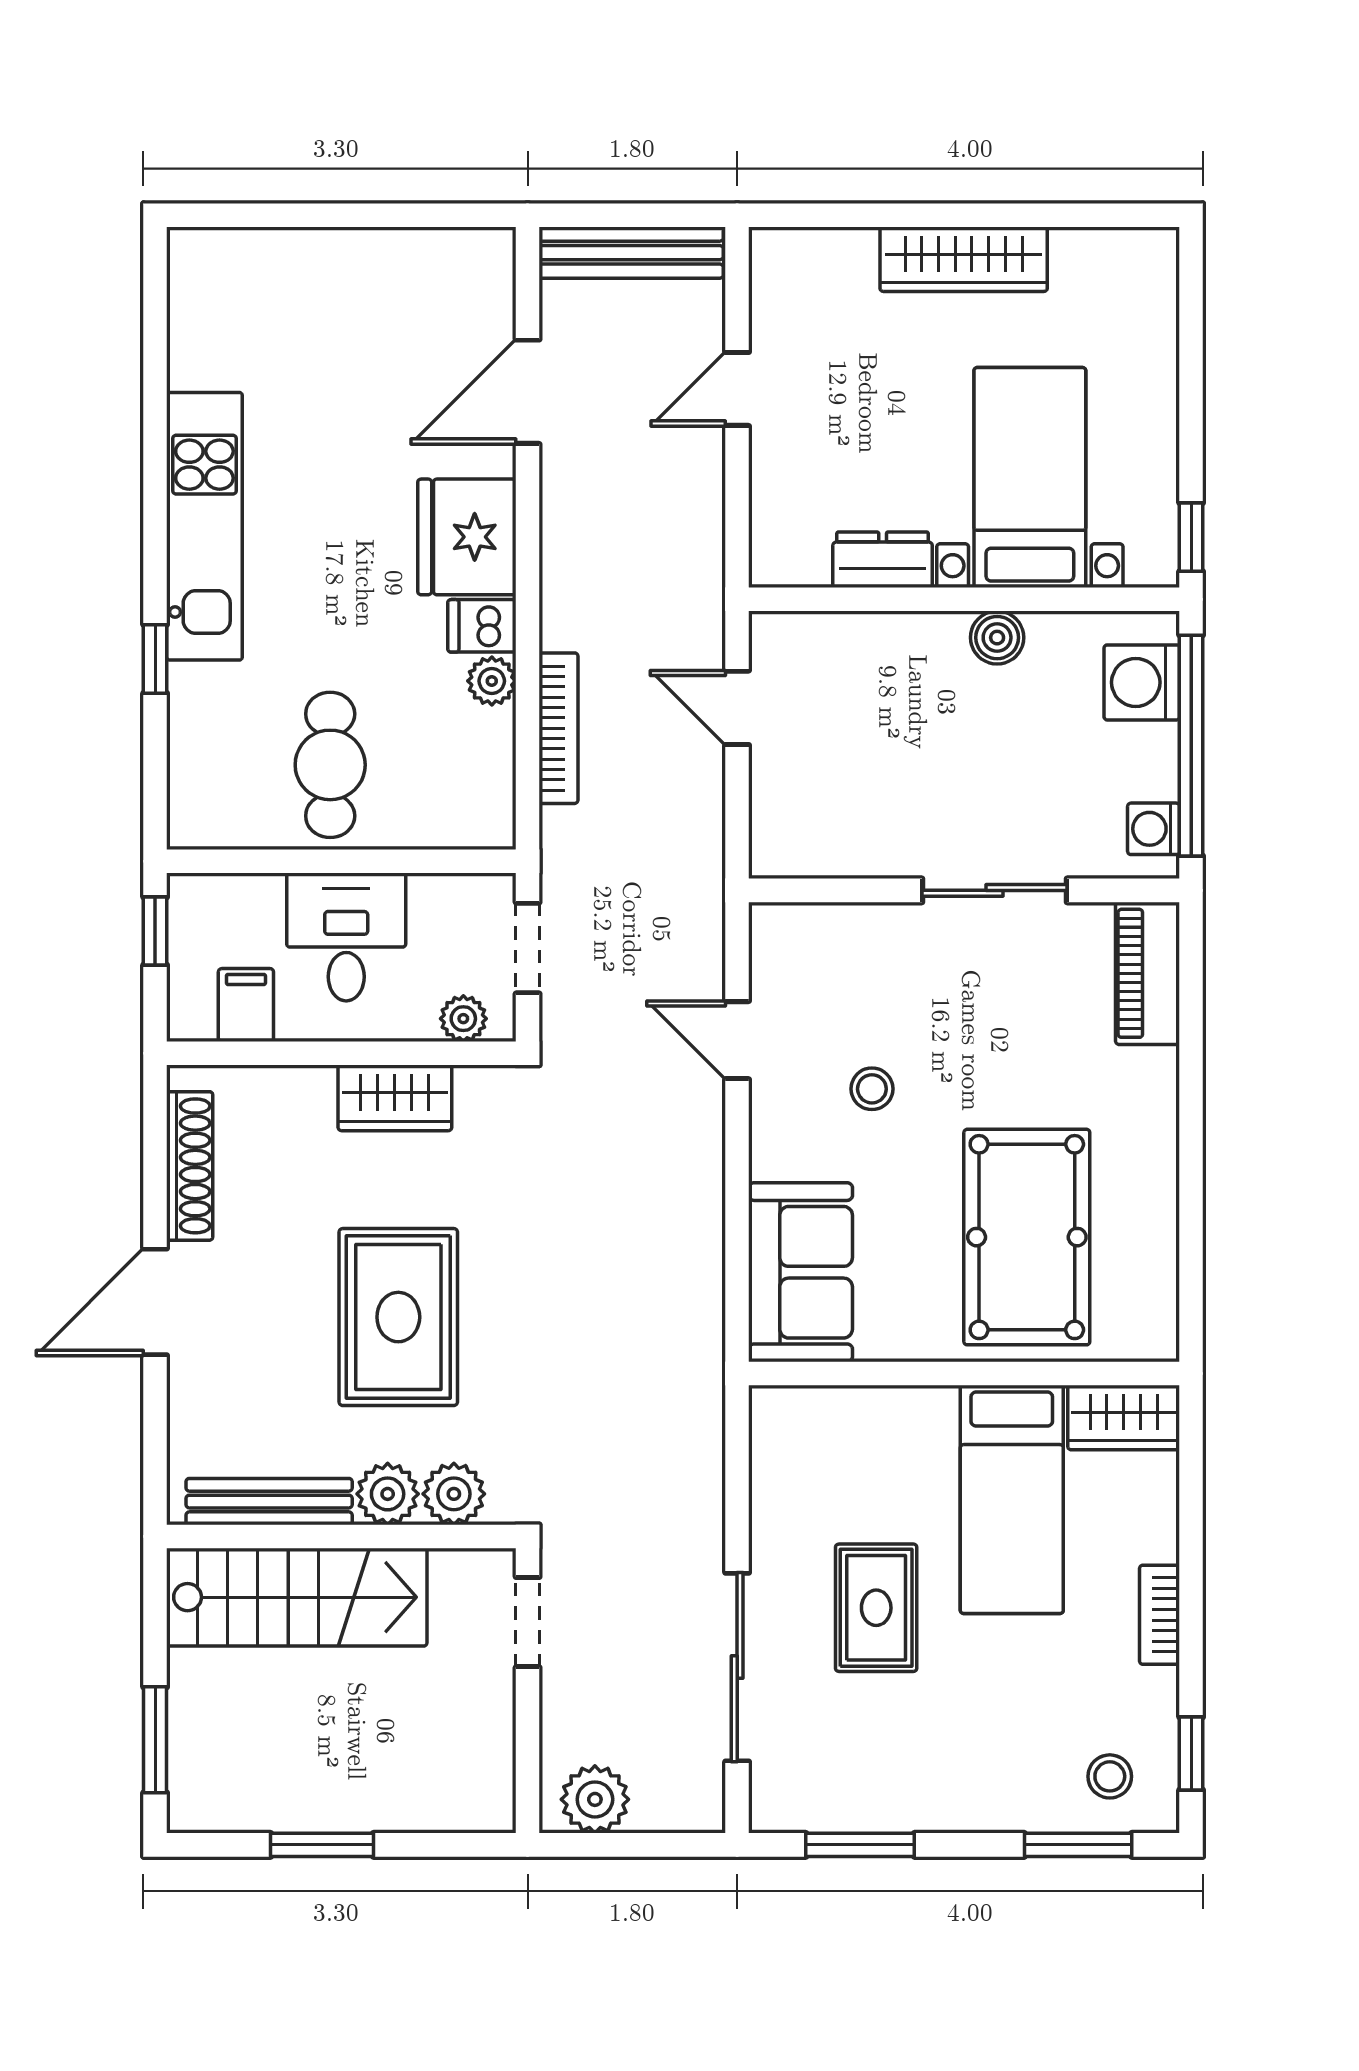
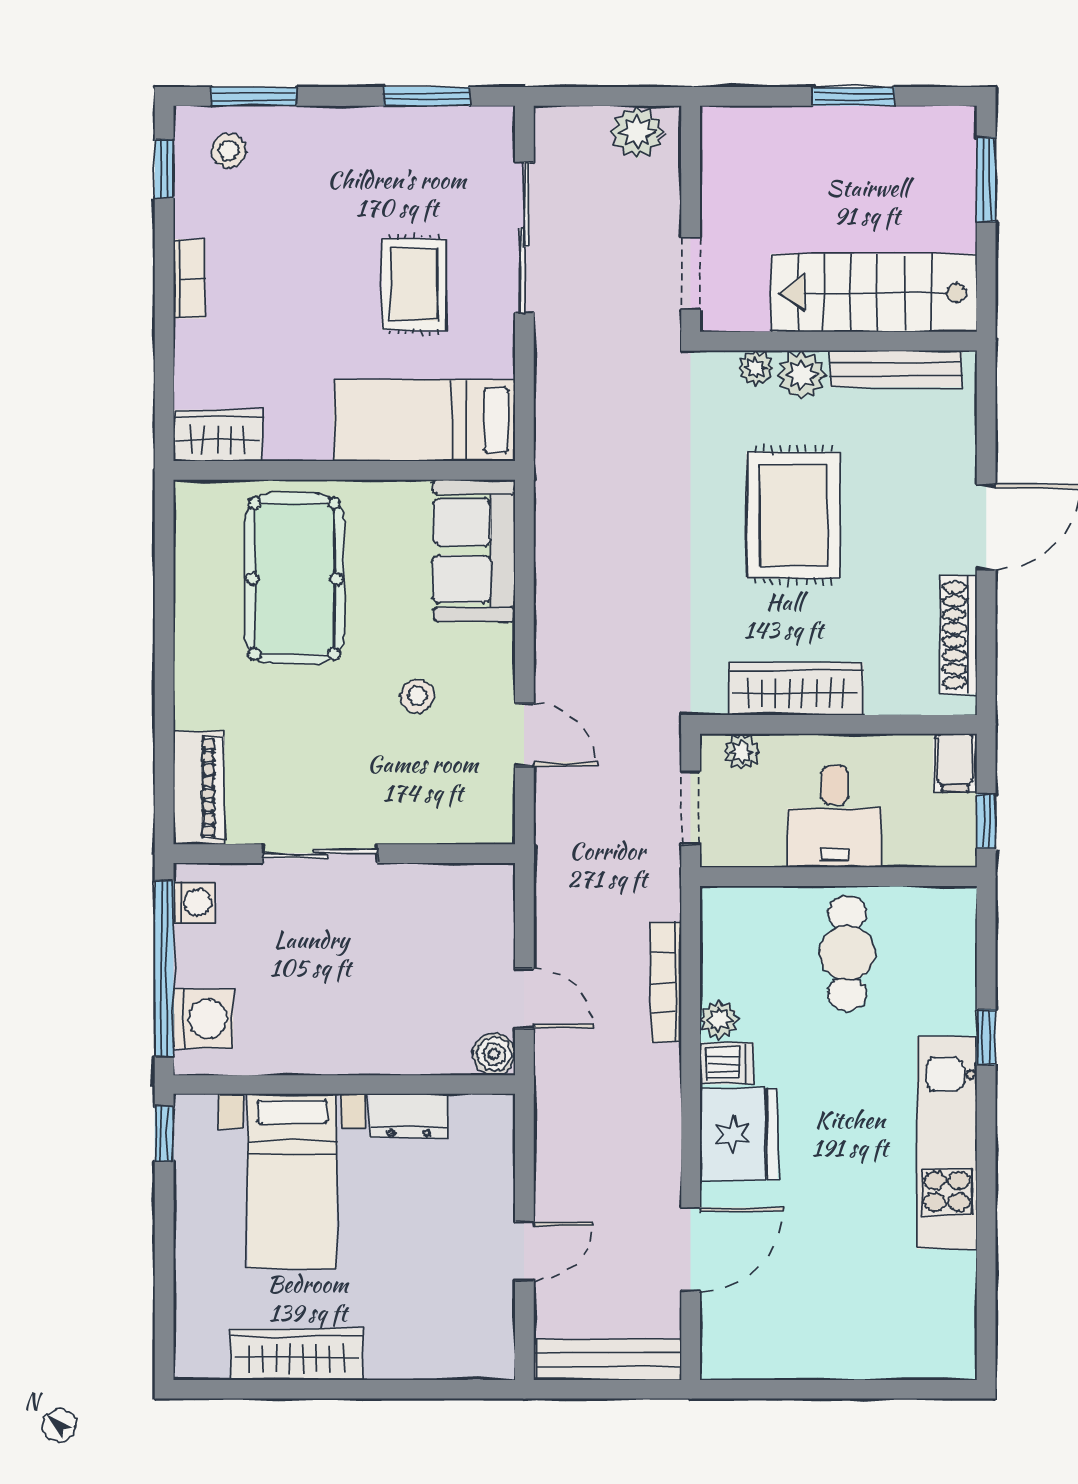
wardrobe: (964, 259) -> (296, 1354), moved
boiler: (997, 638) -> (494, 1054), moved
filing cabinet: (246, 1005) -> (955, 763), moved
wardrobe: (395, 1098) -> (796, 689), width x1.50
plant: (454, 1494) -> (756, 368), width x0.73, depth x0.73
bed: (1012, 1499) -> (425, 420), moved, turned -90

